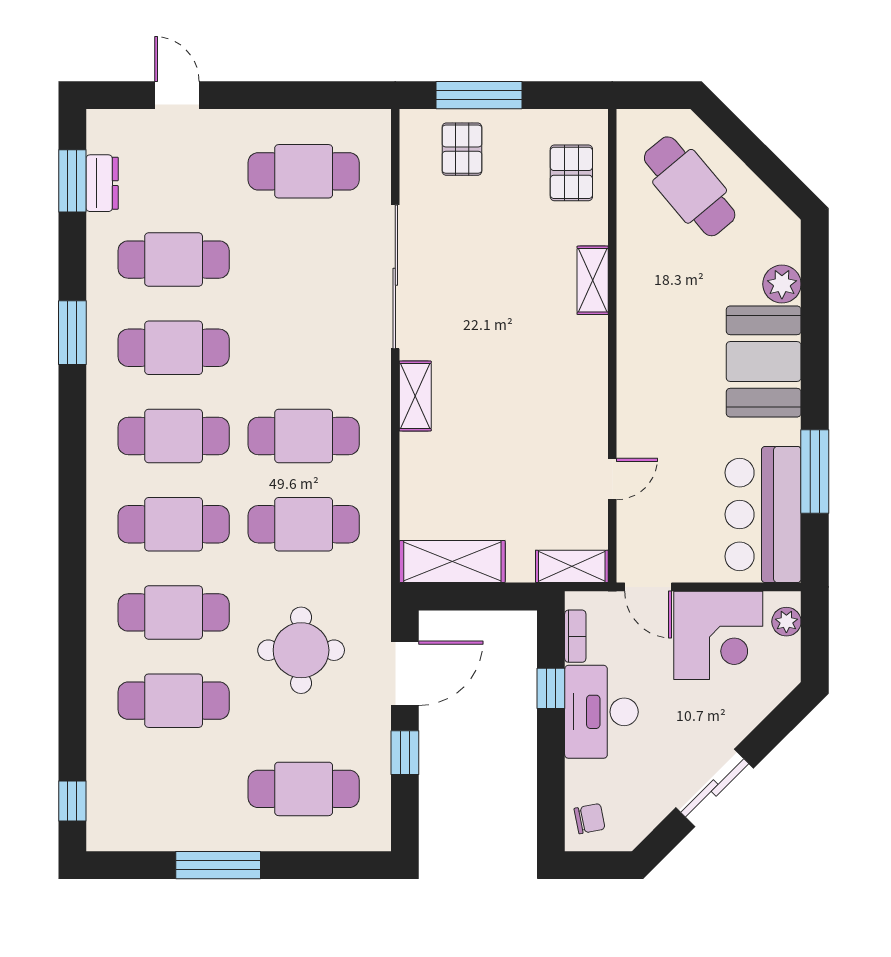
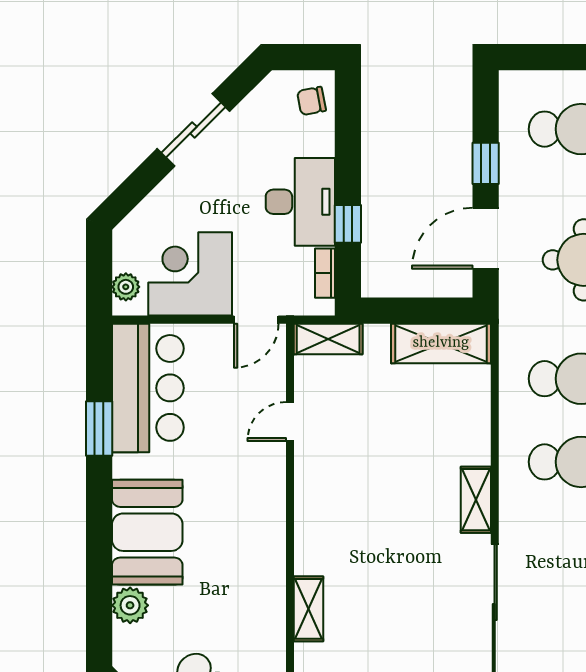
window: (815, 471) -> (99, 428), width x0.69
door: (648, 587) -> (256, 320), swing flipped

